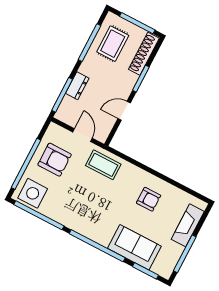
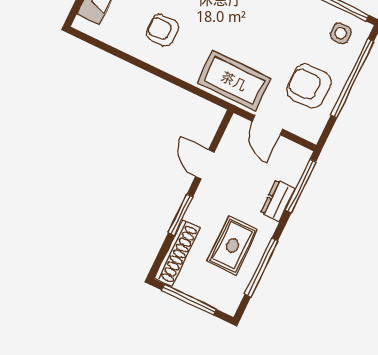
rug: (113, 44) -> (232, 245), moved
door: (124, 111) -> (205, 165), swing flipped
coffee table: (103, 165) -> (234, 81), width x1.36, depth x1.32
side table: (33, 193) -> (341, 33), width x0.54, depth x0.54

